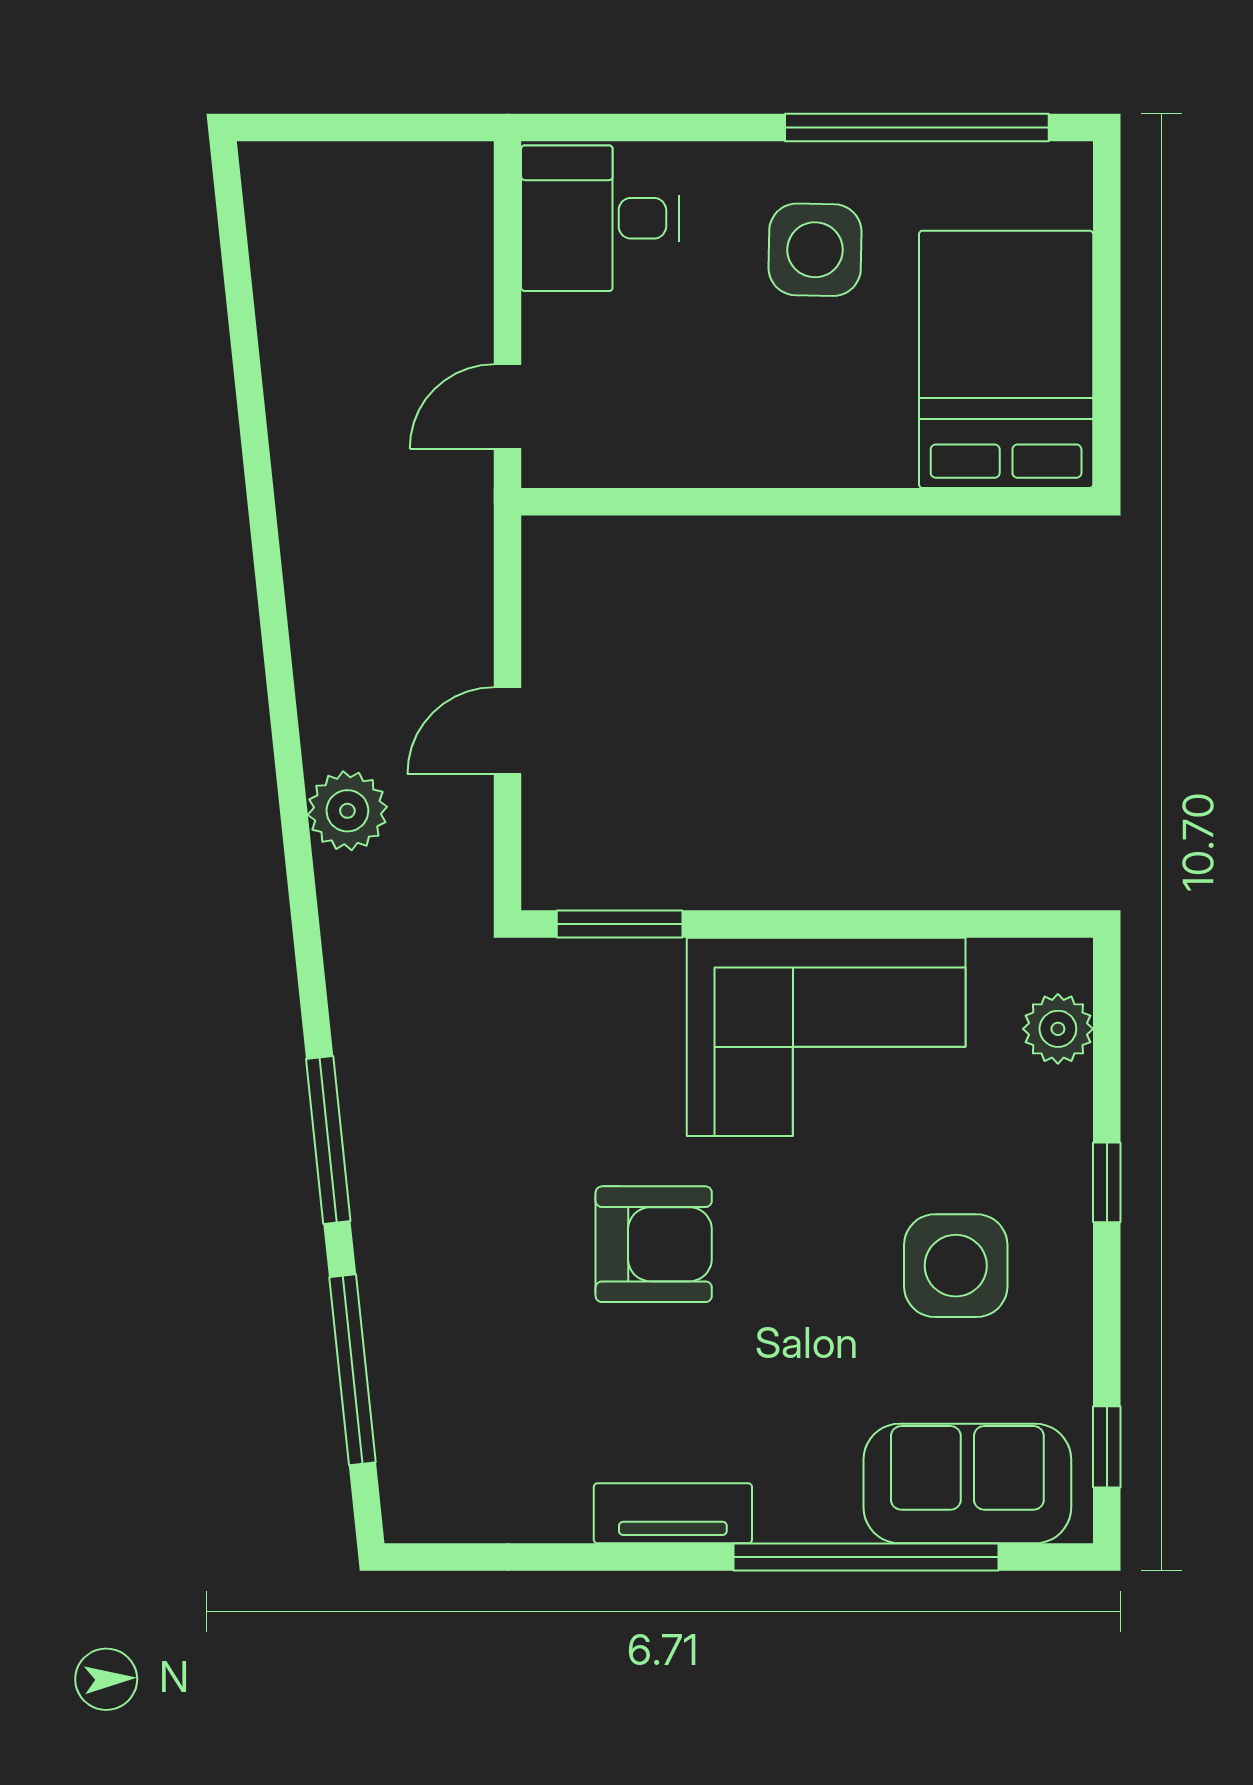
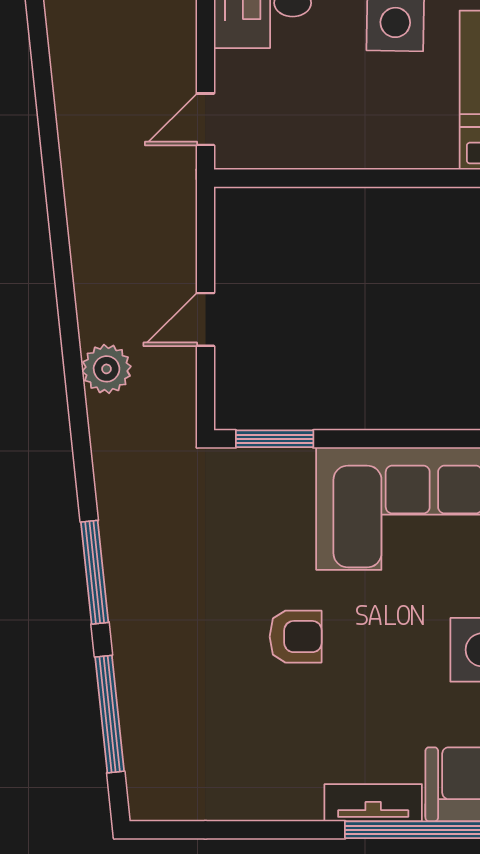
armchair: (654, 1244) -> (296, 637), width x0.72, depth x0.72
tv unit: (673, 1513) -> (373, 803), moved

